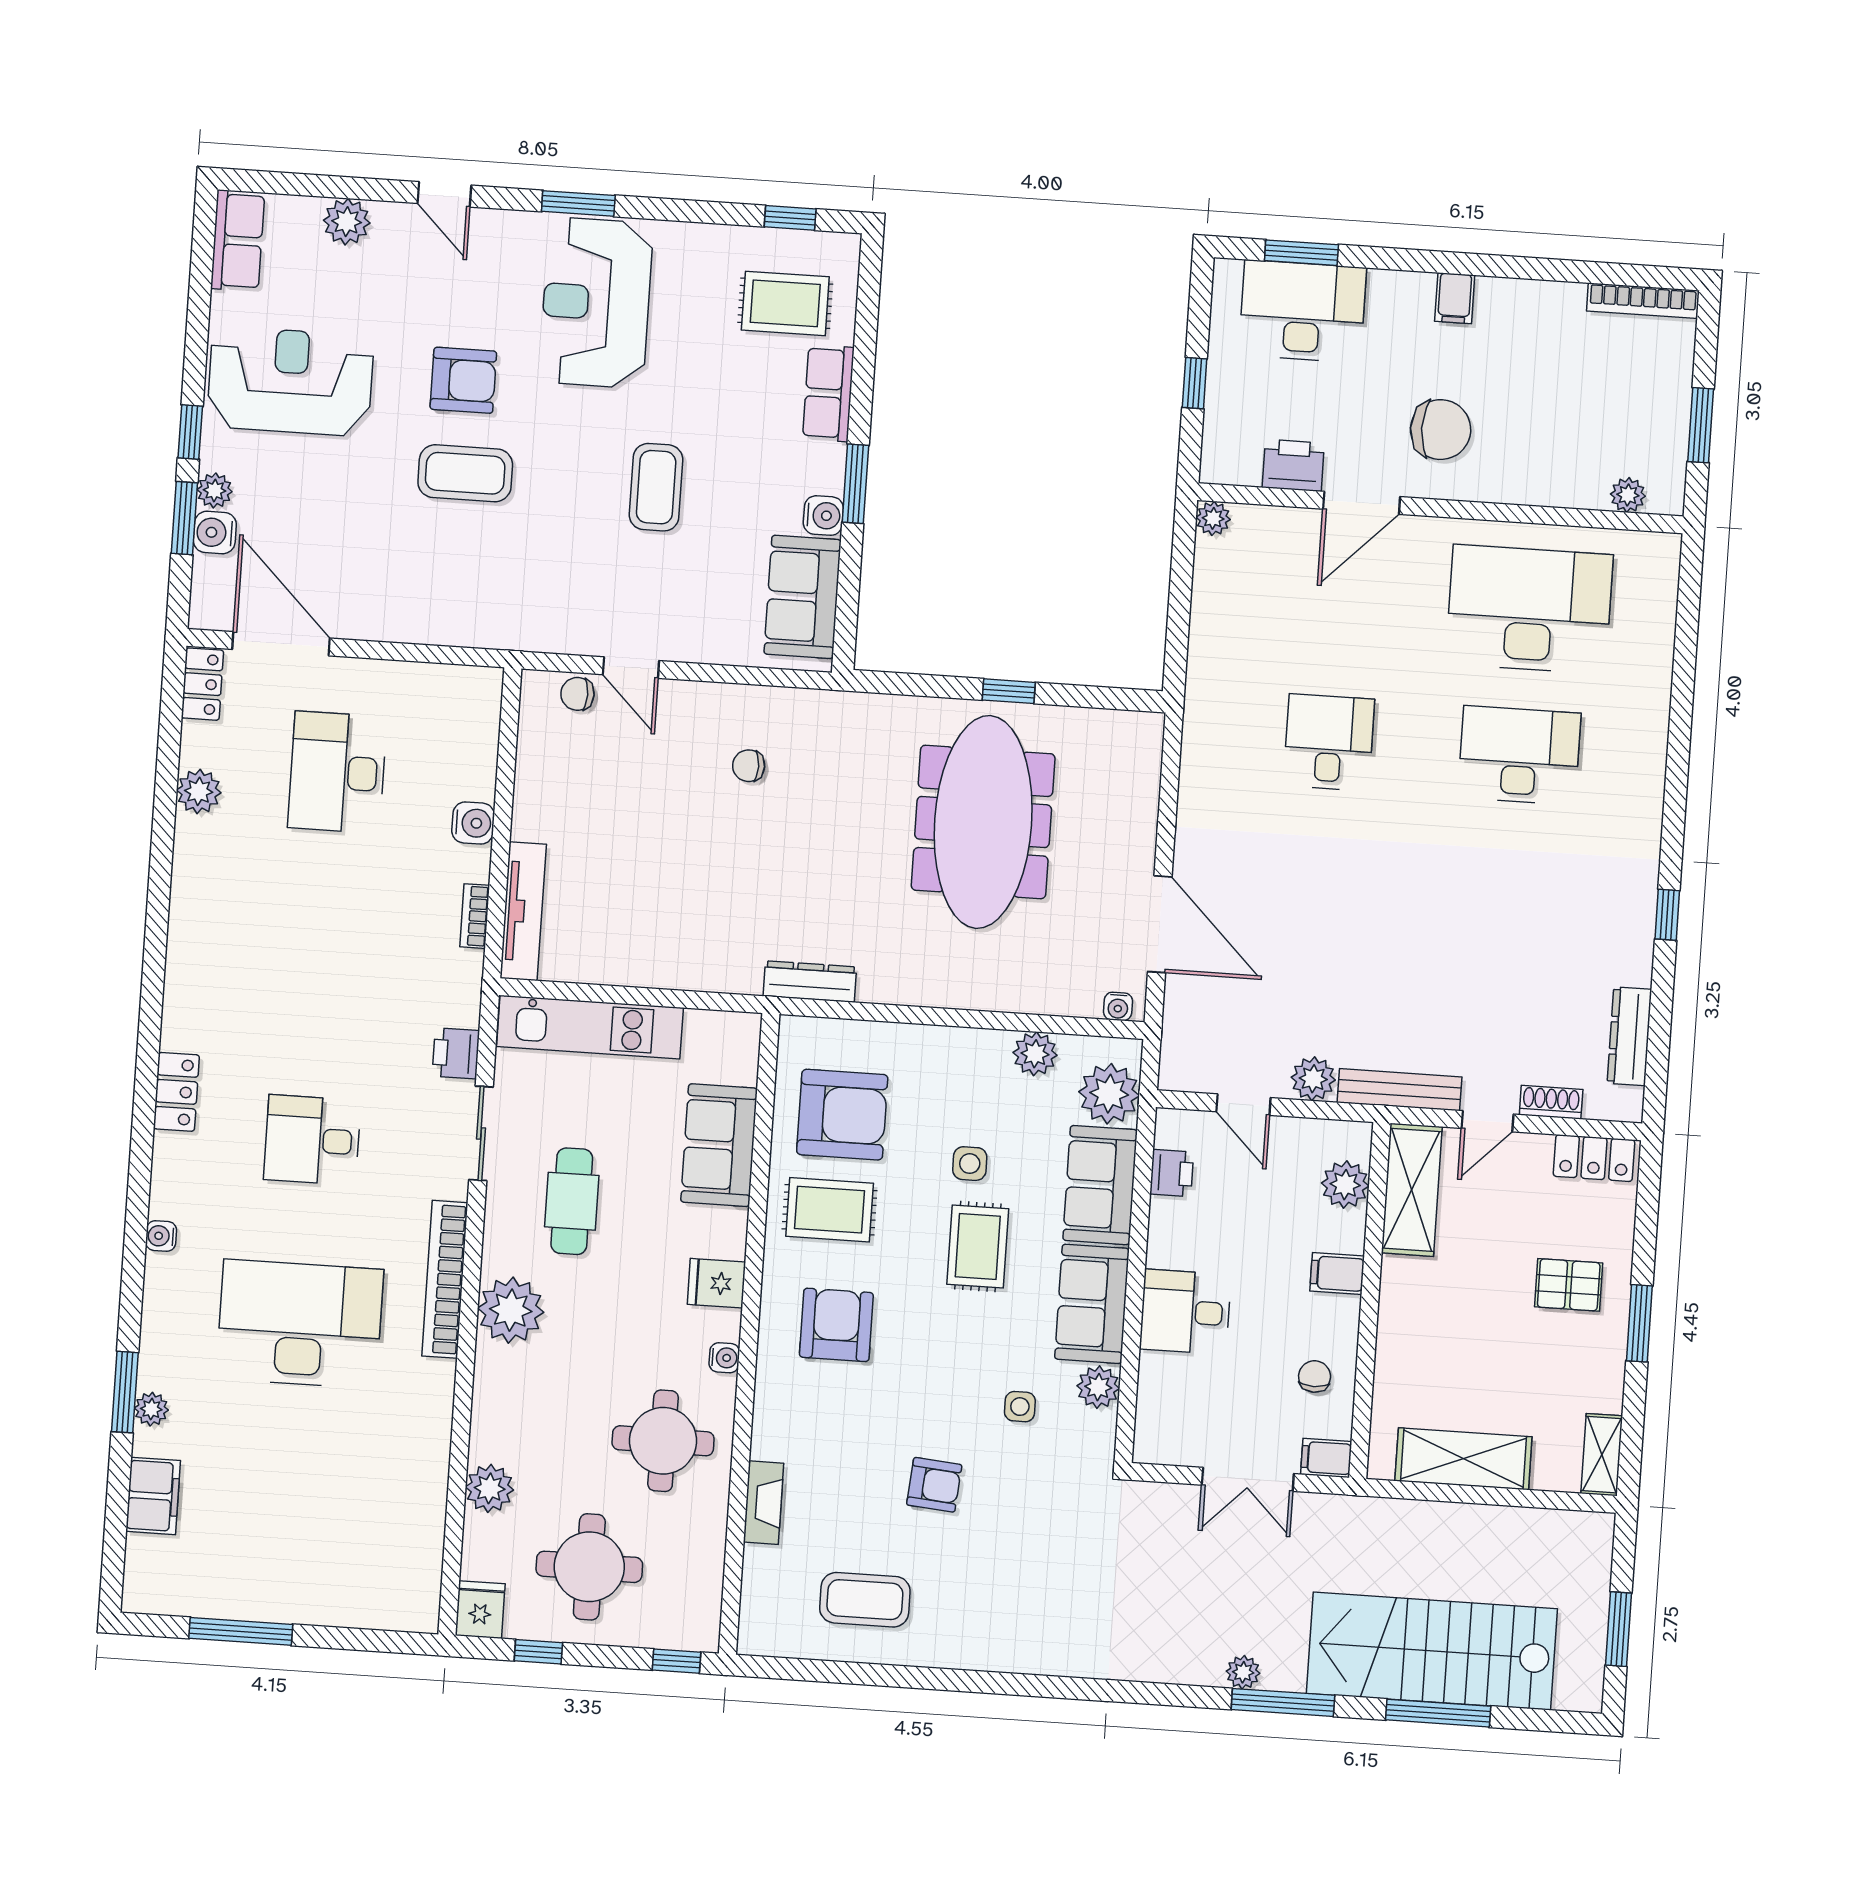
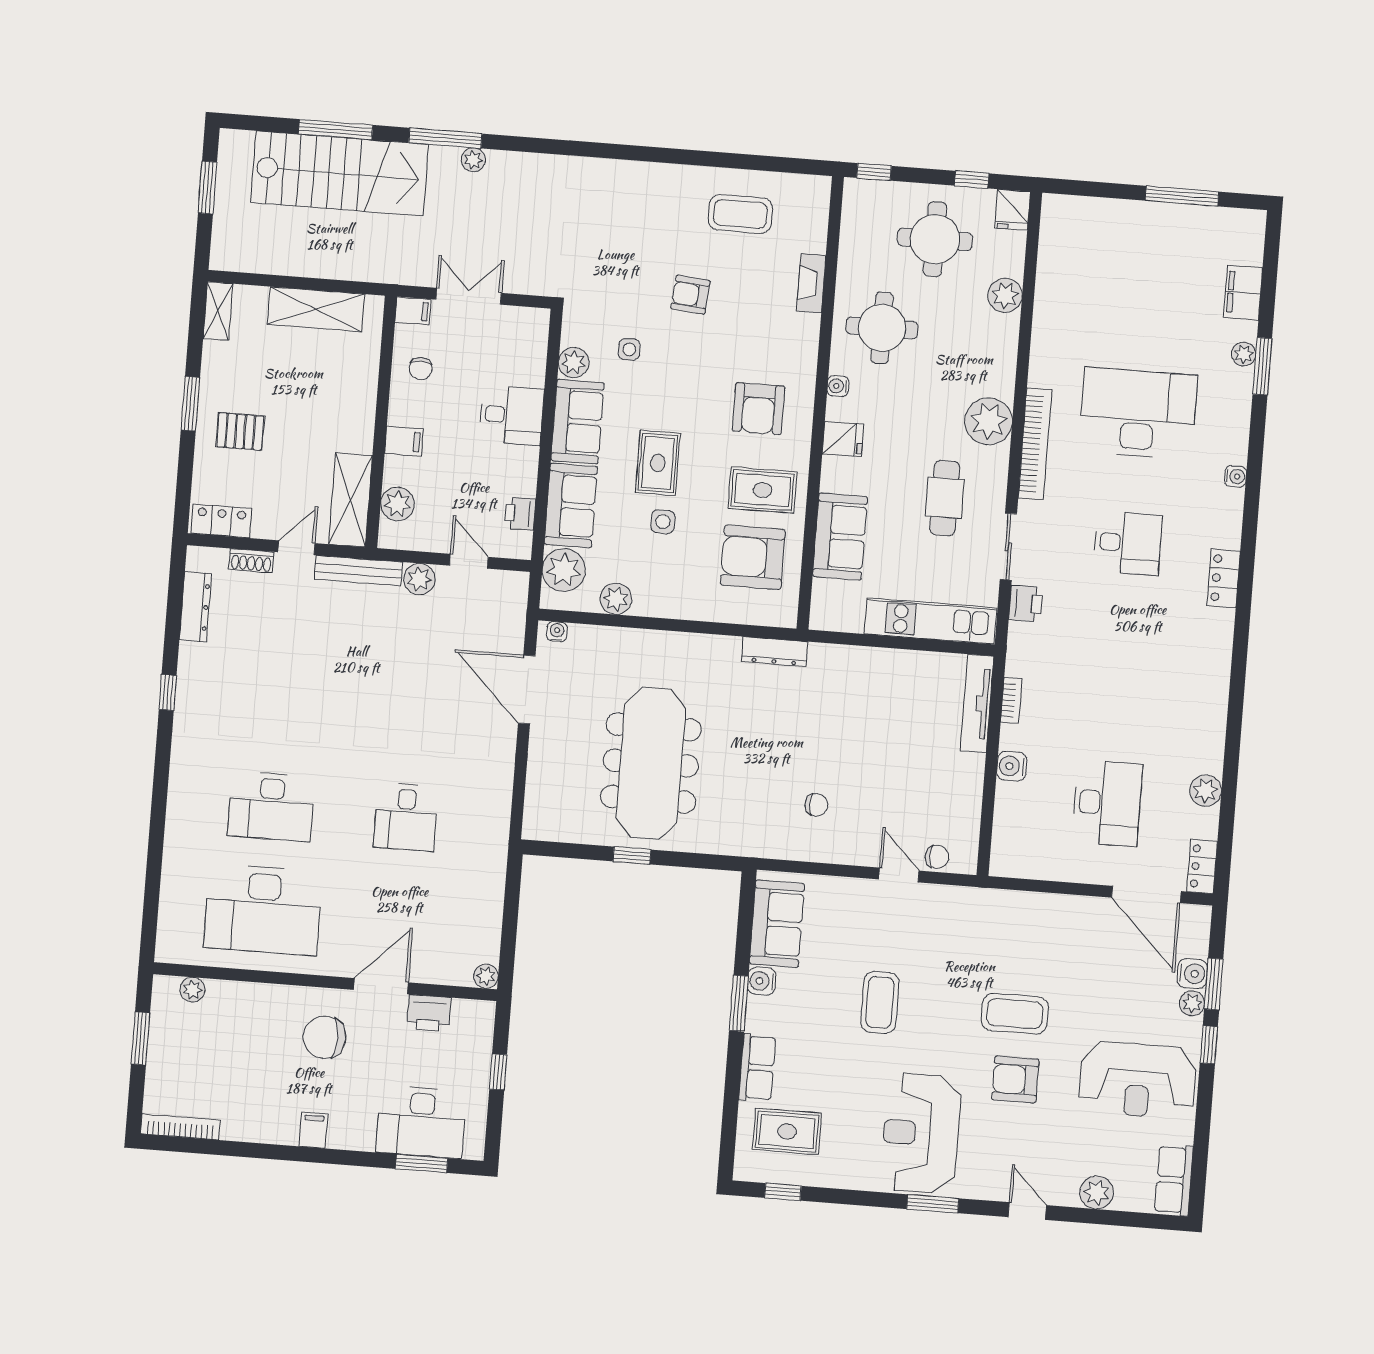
reception desk: (596, 303) -> (921, 1133), turned 180
desk: (300, 1324) -> (1138, 413), turned 180

